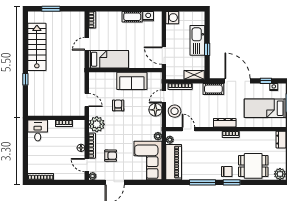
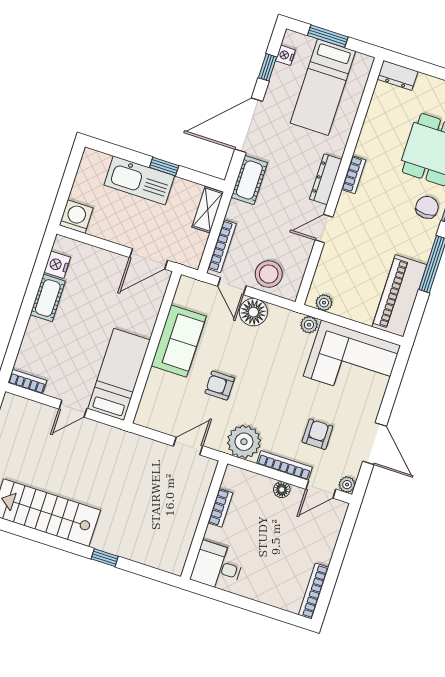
door: (87, 44) -> (73, 409), hinge flipped
door: (188, 129) -> (324, 229), moved
piano: (174, 162) -> (399, 296), moved, turned -90

